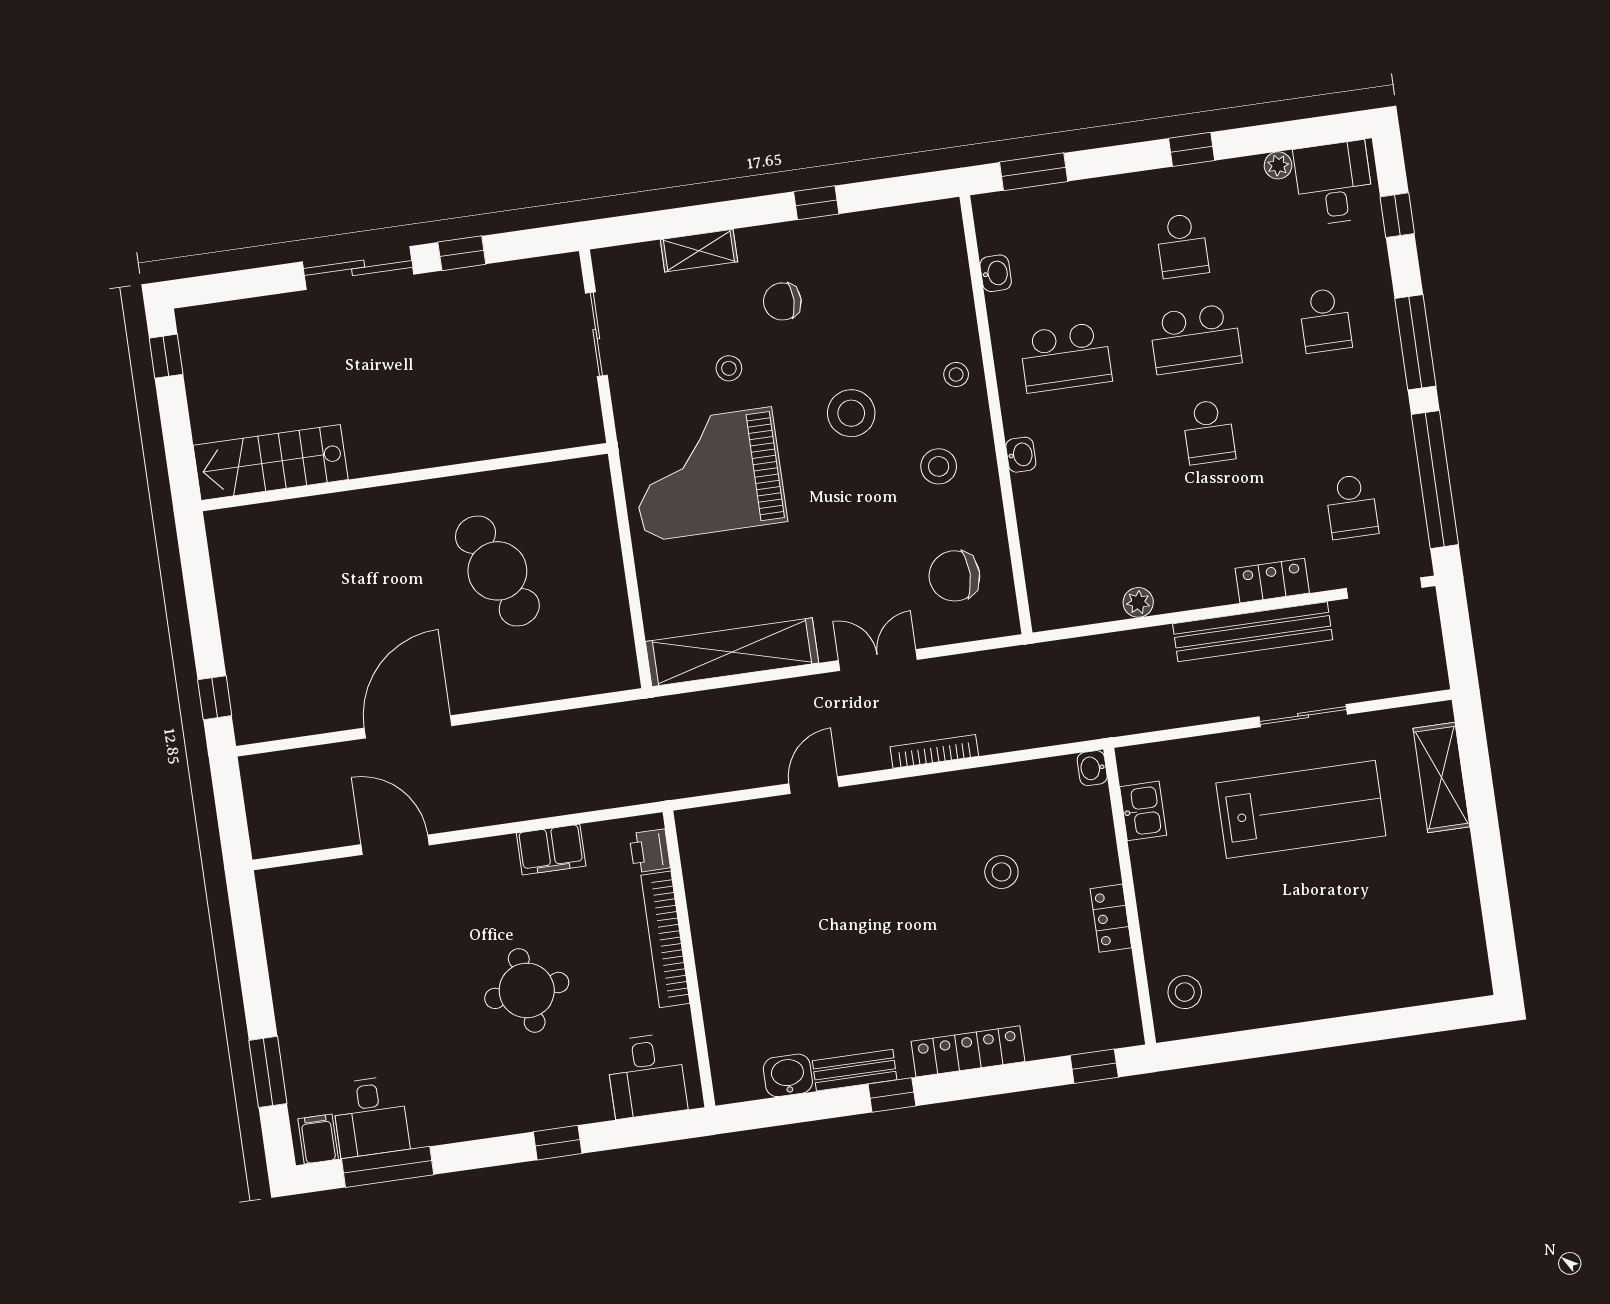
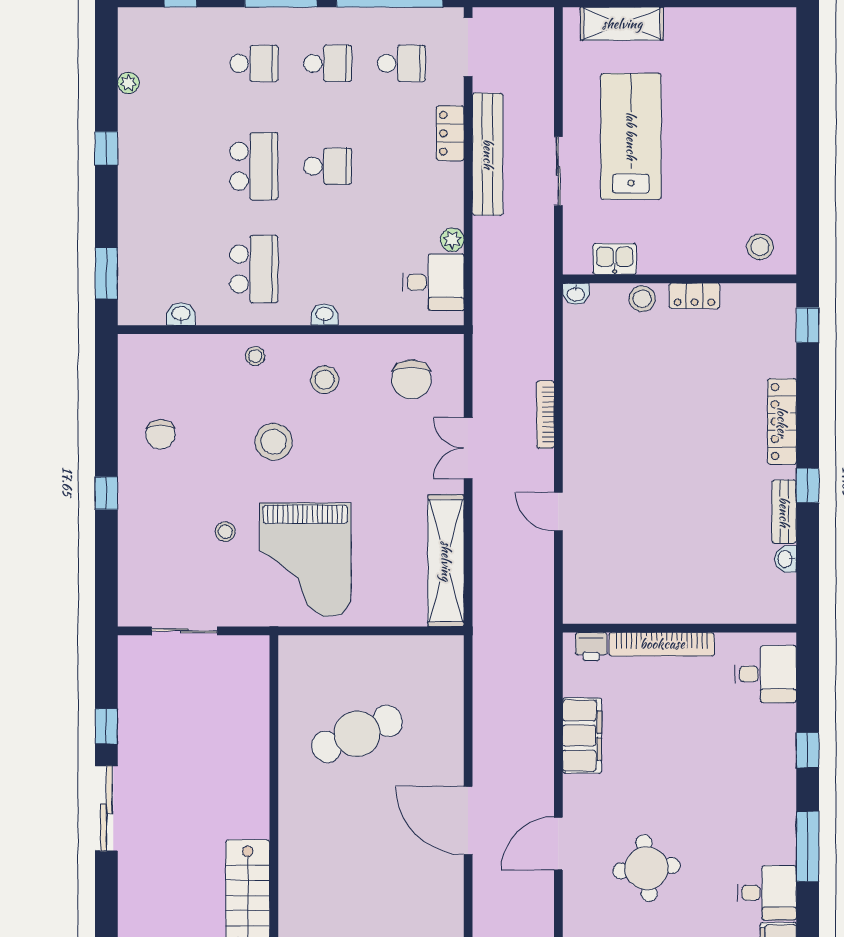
desk: (1334, 183) -> (433, 282), moved, turned 180
window: (816, 203) -> (106, 493), moved
school desk: (1182, 246) -> (328, 63), moved
shelving: (699, 251) -> (131, 542), removed
chair: (782, 301) -> (160, 434), moved
sliding door: (1303, 716) -> (558, 171), moved
filing cabinet: (551, 850) -> (582, 736), width x1.50, depth x1.17
stool: (1001, 872) -> (642, 299), moved
round table: (527, 990) -> (647, 868), moved
washbasin: (788, 1075) -> (786, 559), width x0.72, depth x0.69
window: (388, 1167) -> (808, 846), moved

